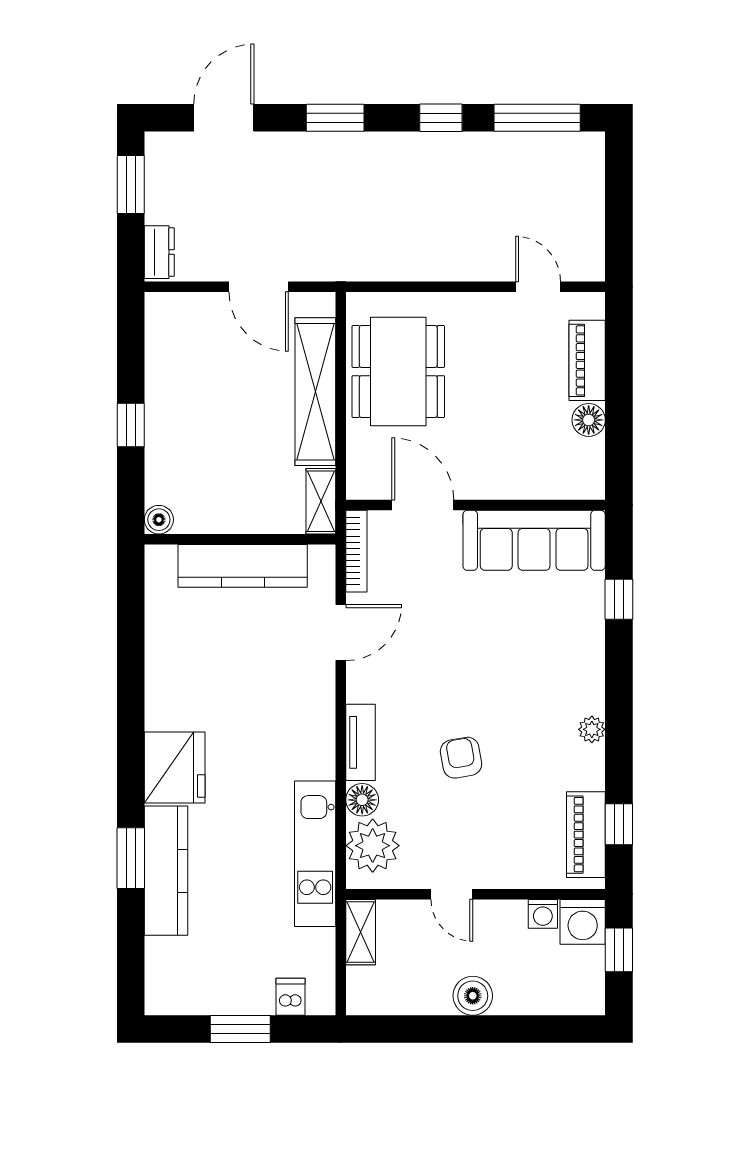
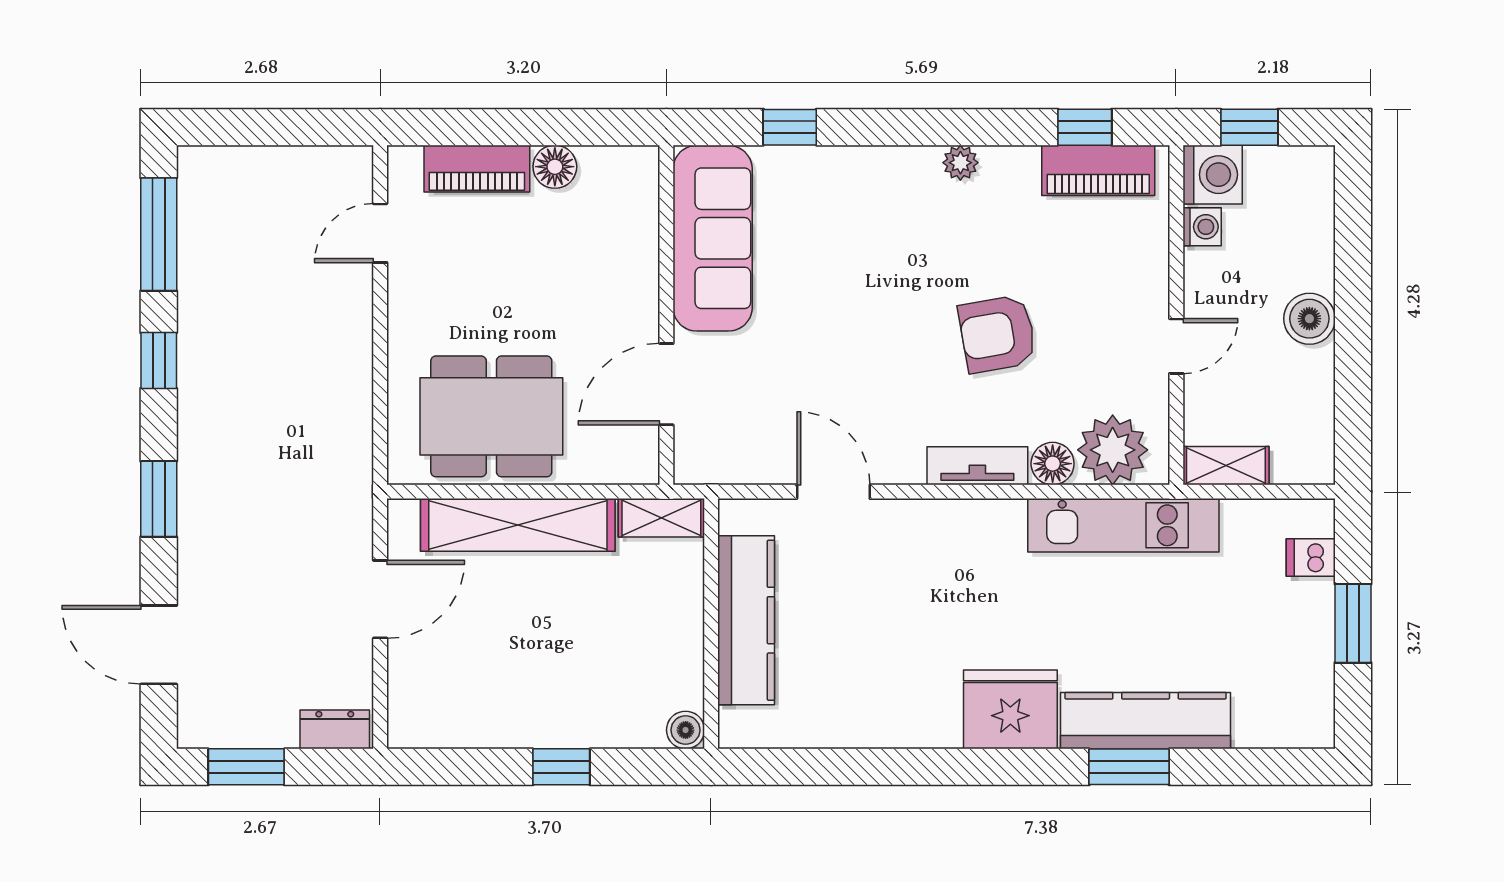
bookcase: (356, 551) -> (727, 471), removed
armchair: (461, 758) -> (997, 334), width x1.38, depth x1.38

